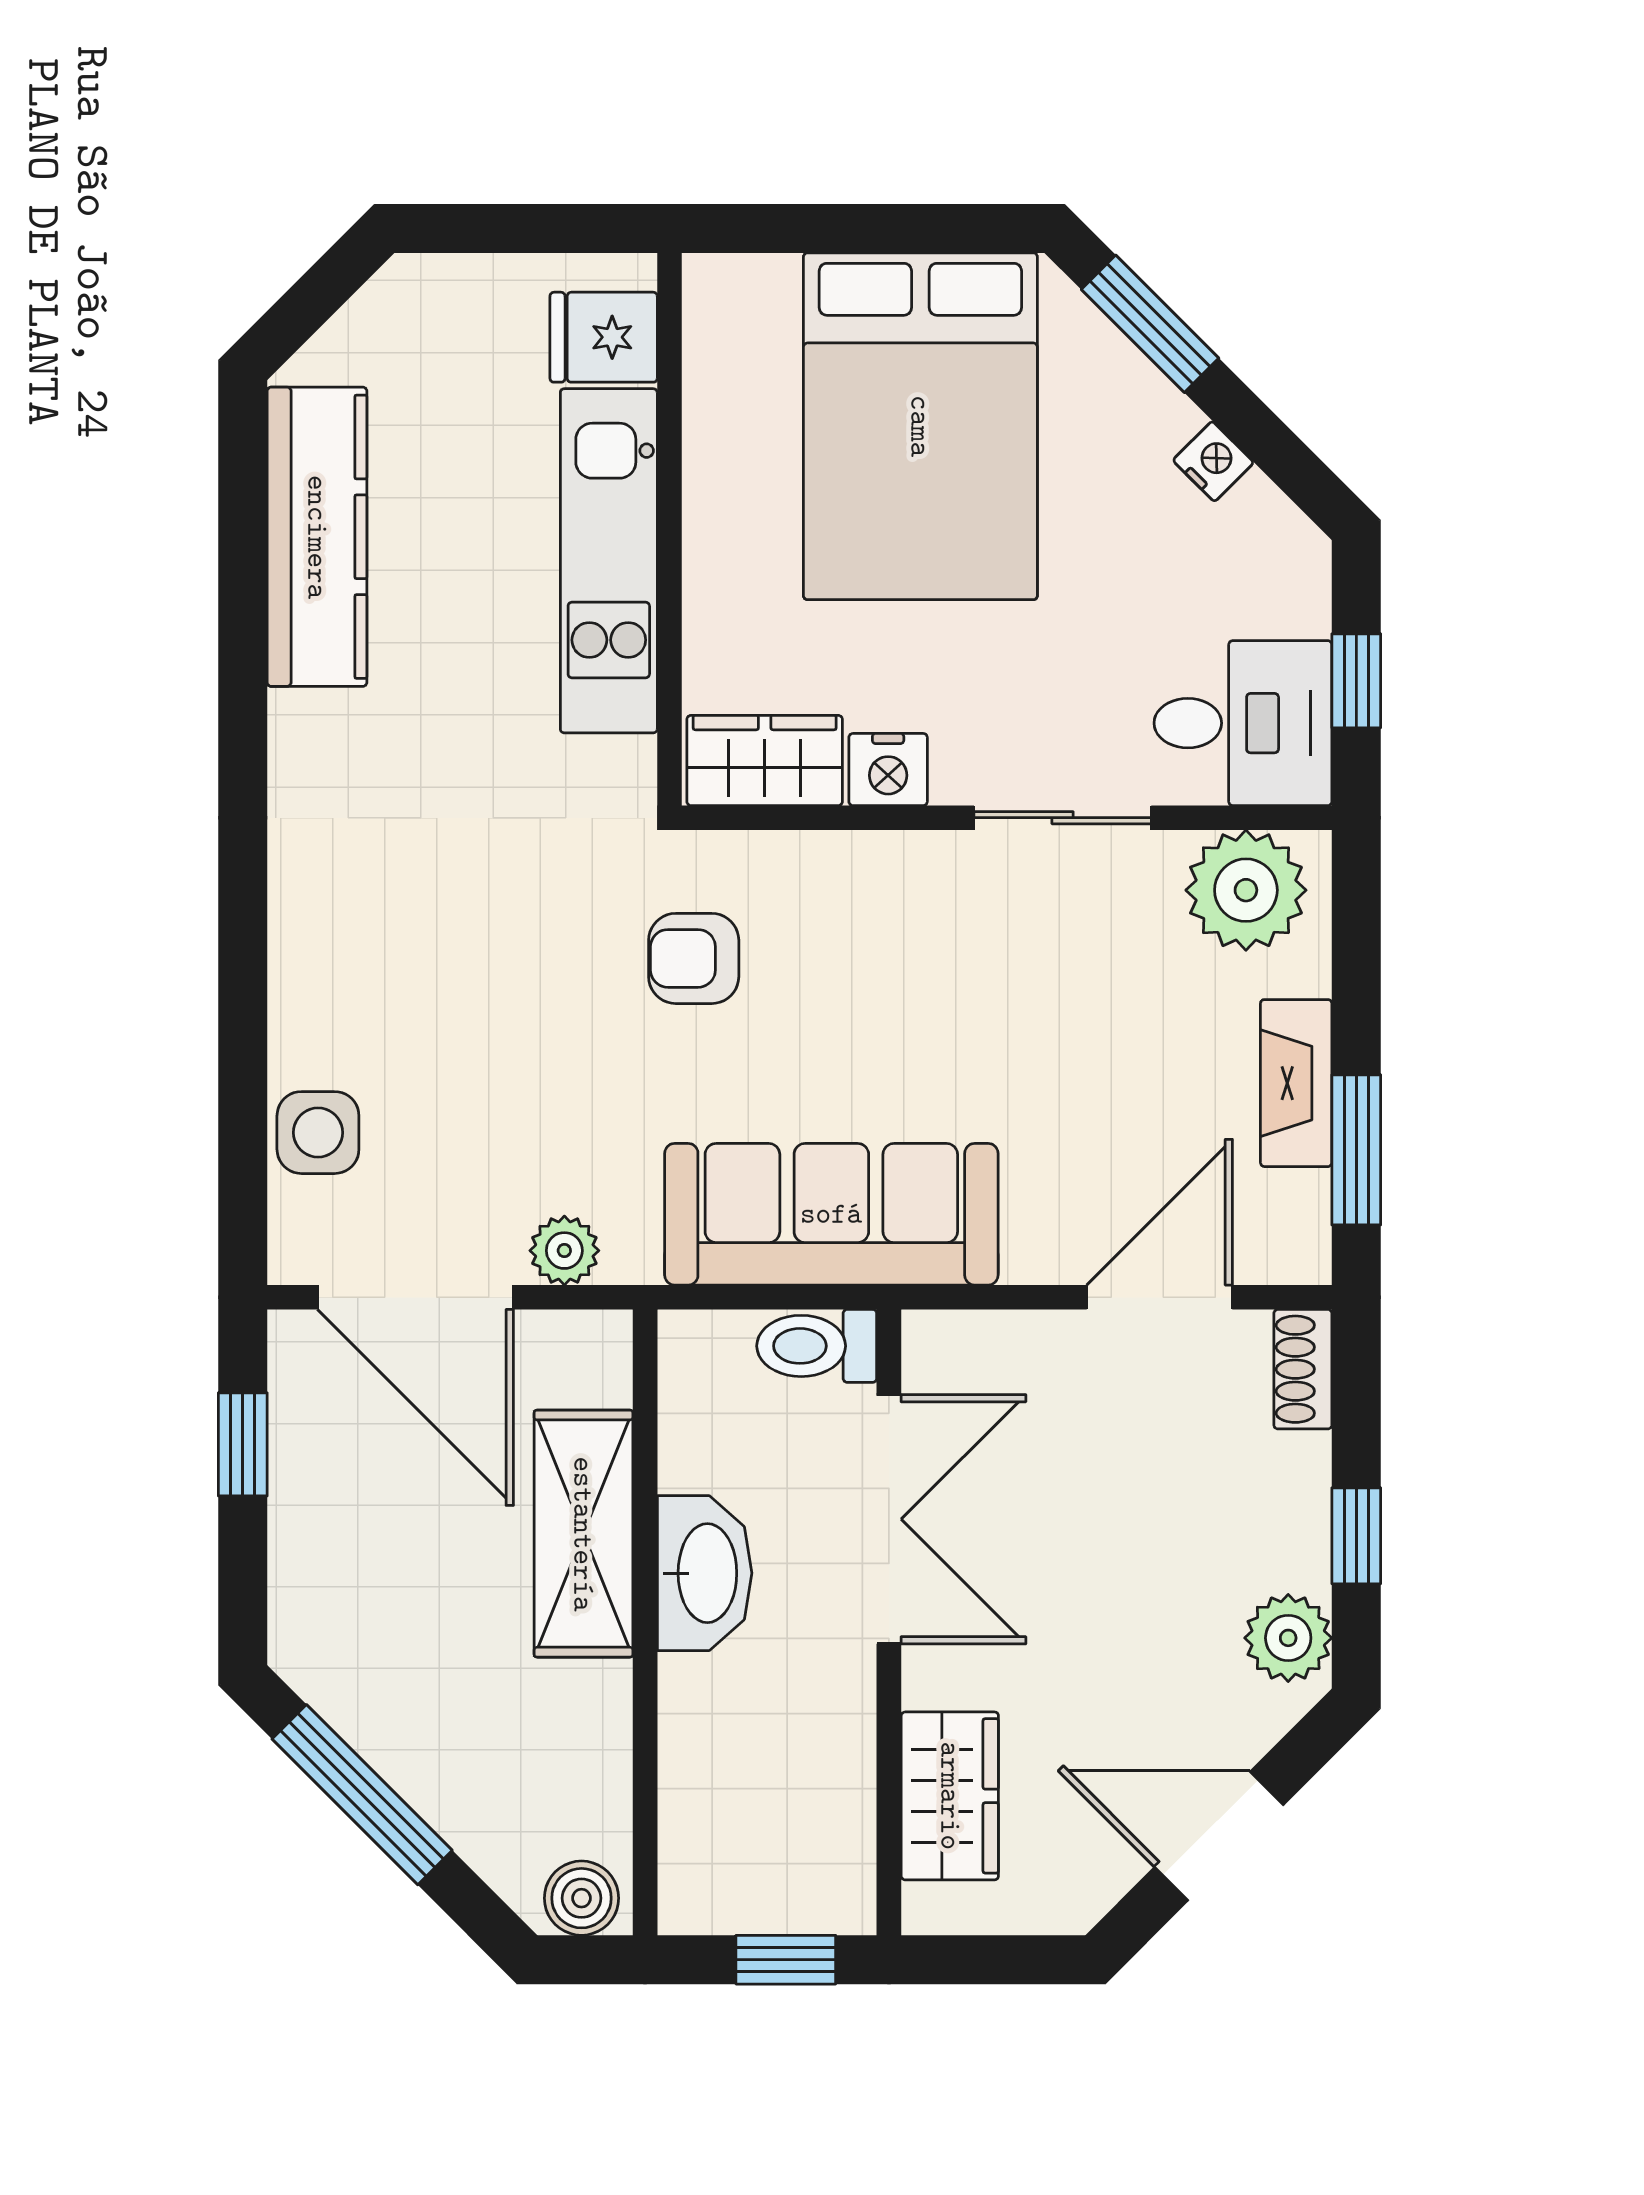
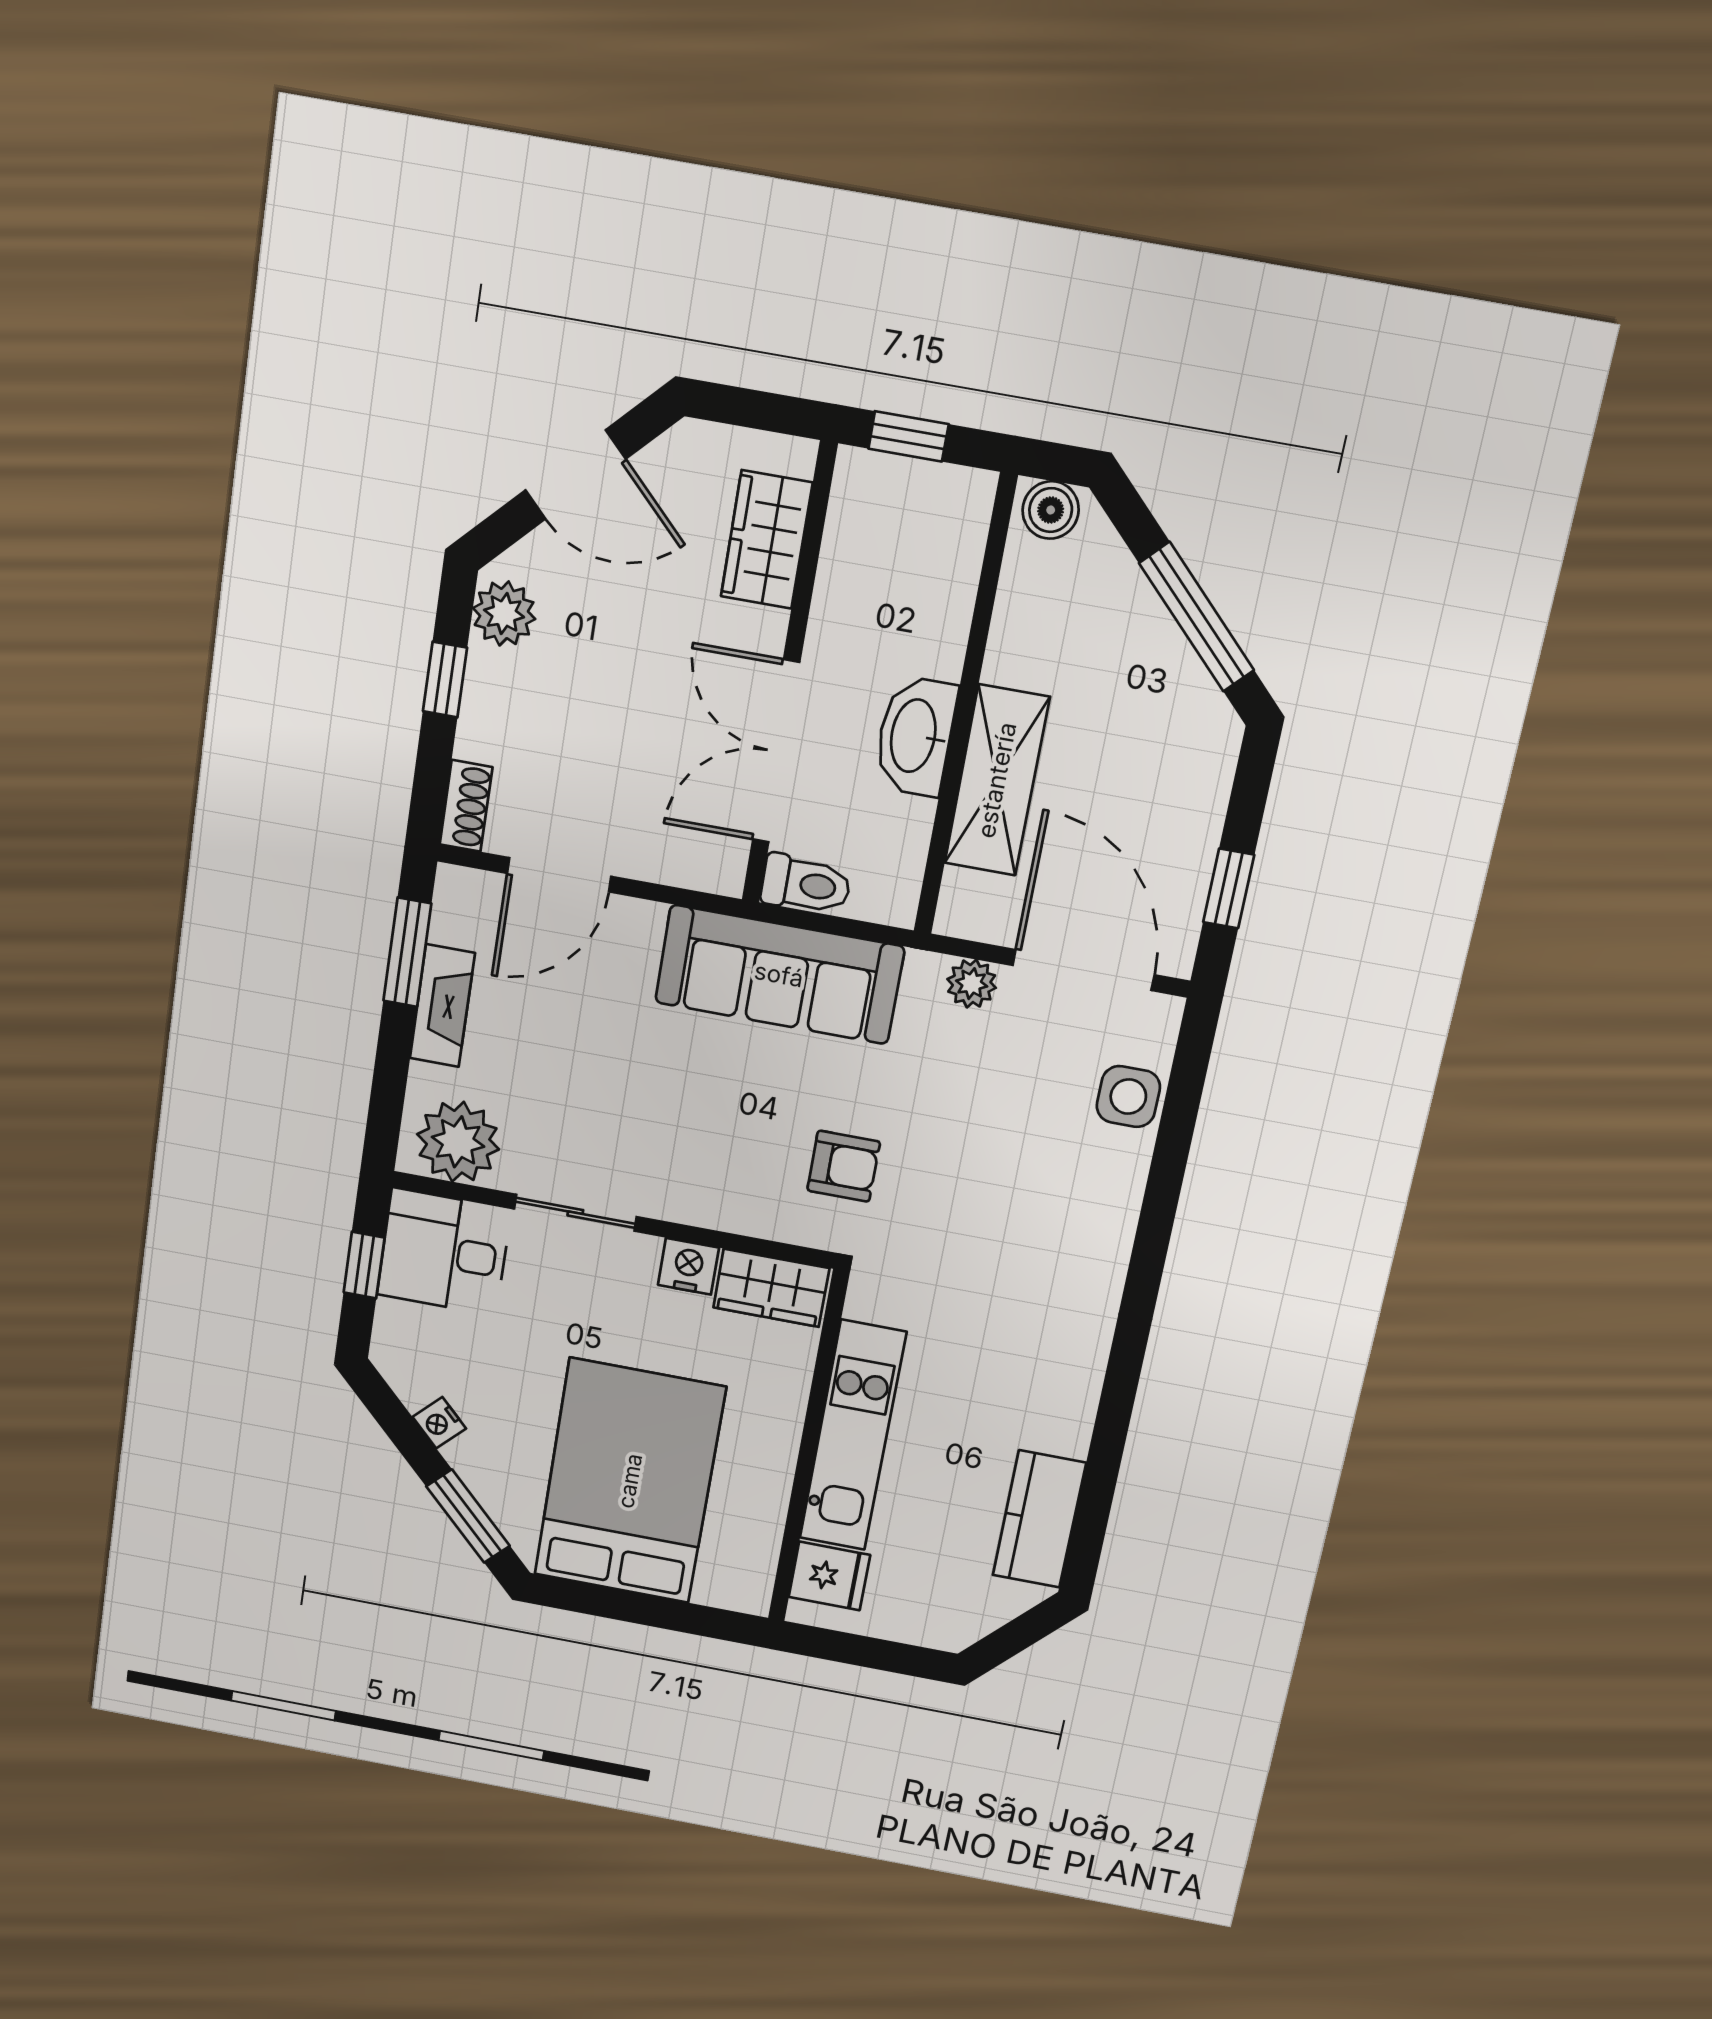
kitchen counter: (317, 537) -> (1039, 1519), width x0.67

